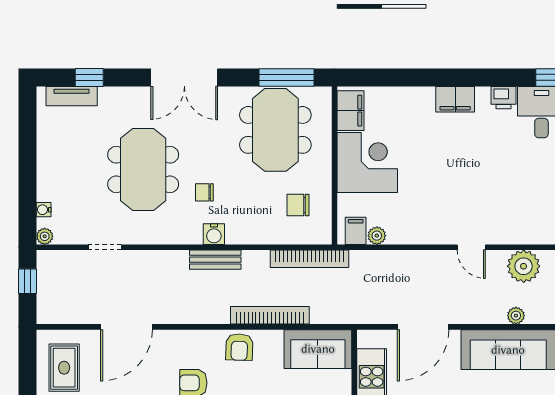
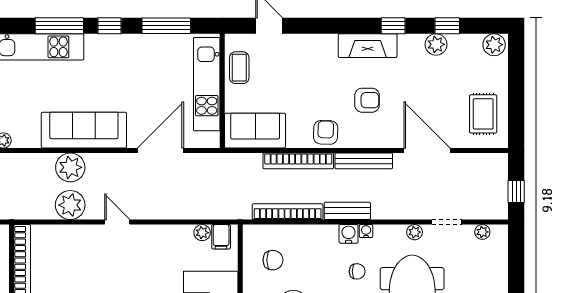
water cooler: (44, 210) -> (366, 231), moved, turned -90
plant: (45, 236) -> (482, 232), moved
plant: (140, 236) -> (415, 232), added
bookcase: (310, 259) -> (288, 212), moved
bench: (197, 315) -> (364, 161), added
plant: (516, 316) -> (70, 167), width x1.87, depth x1.87
door: (127, 327) -> (427, 151), hinge flipped

